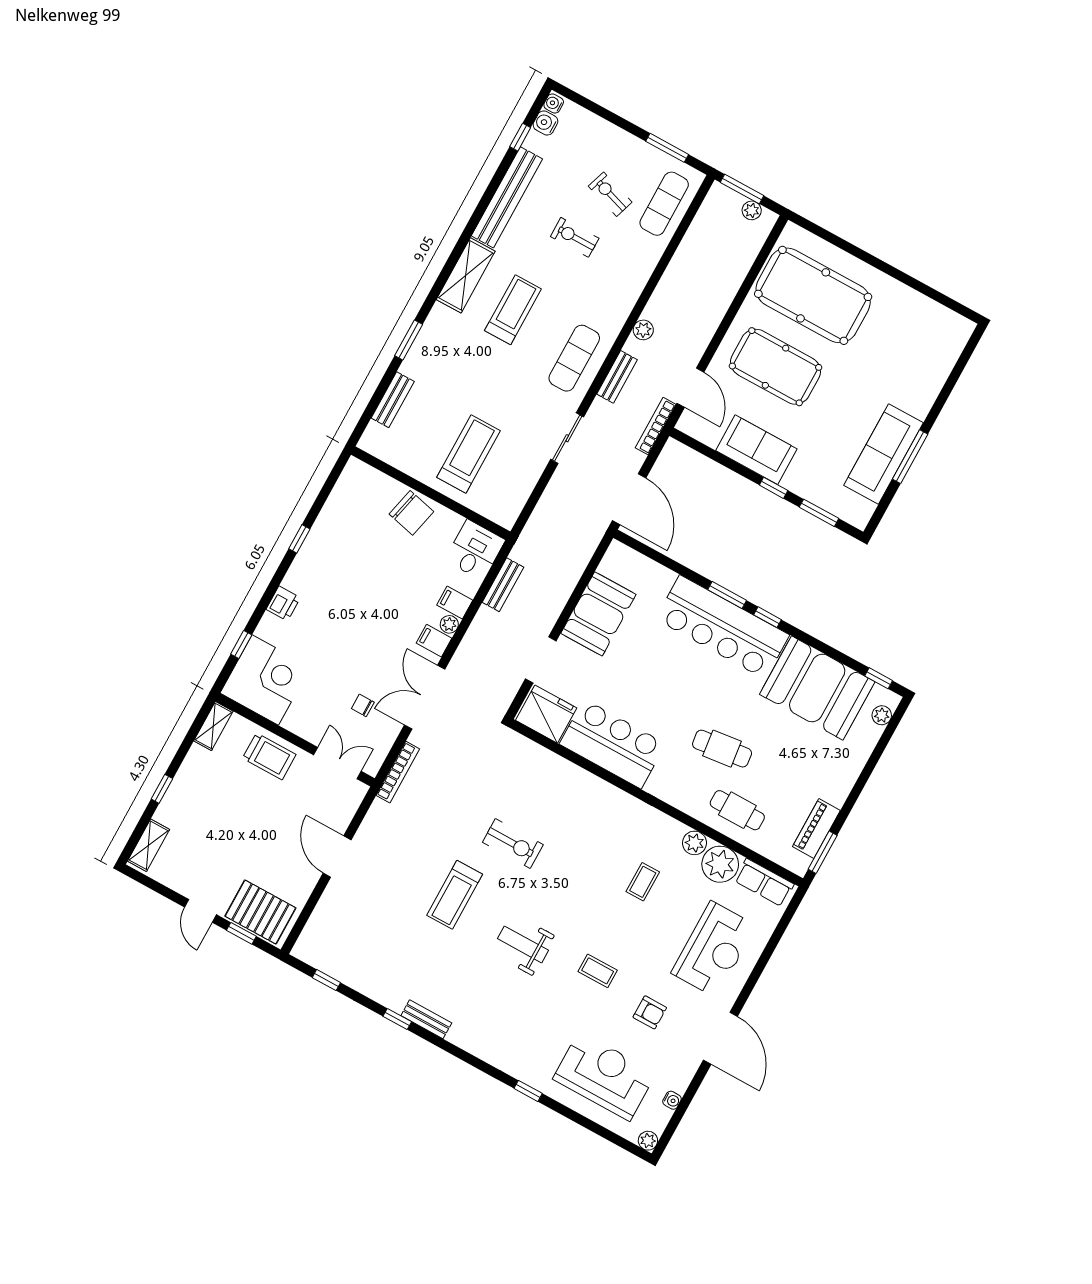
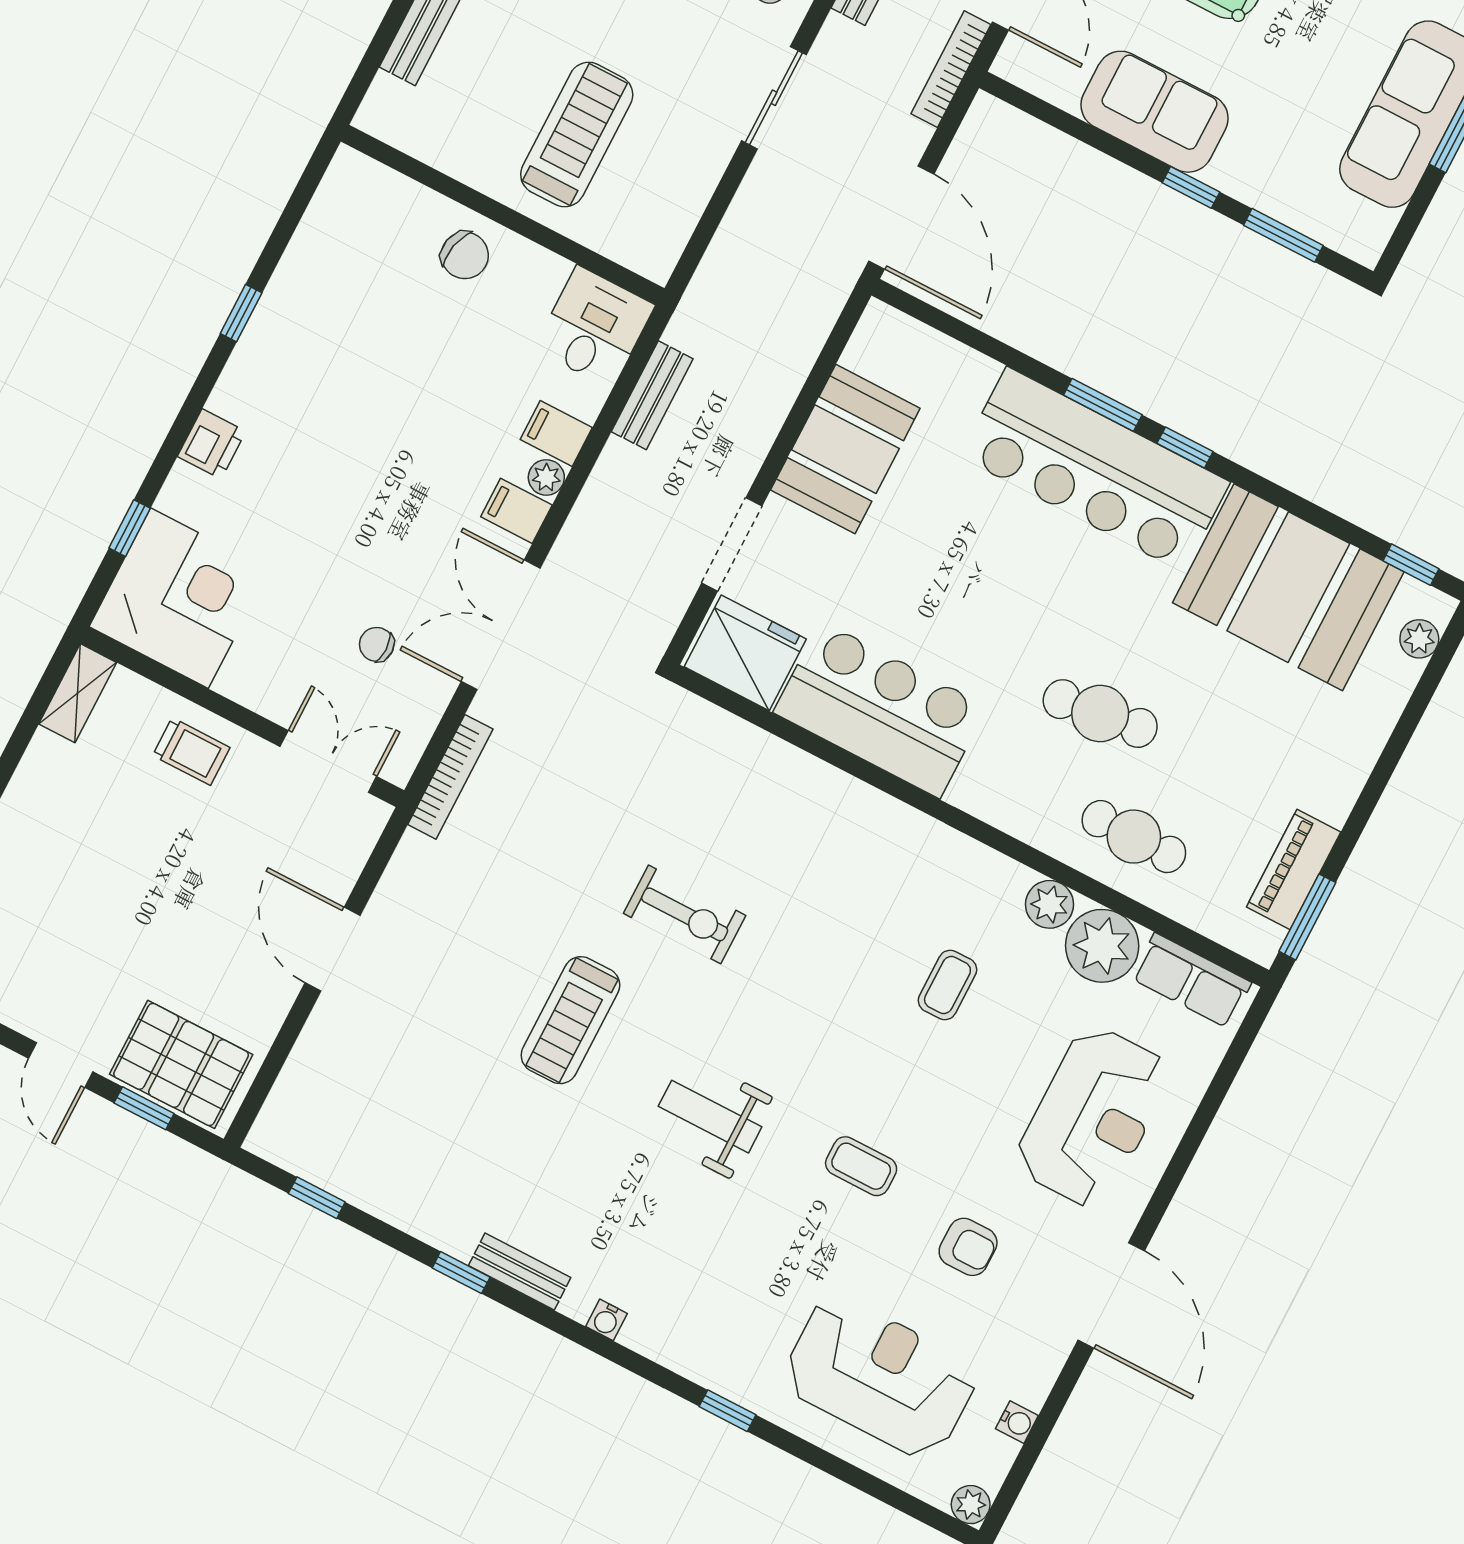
chair: (411, 513) -> (465, 255), width x0.73, depth x0.73
trolley: (269, 756) -> (191, 751), width x0.73, depth x0.72
water cooler: (469, 1044) -> (606, 1320), added

